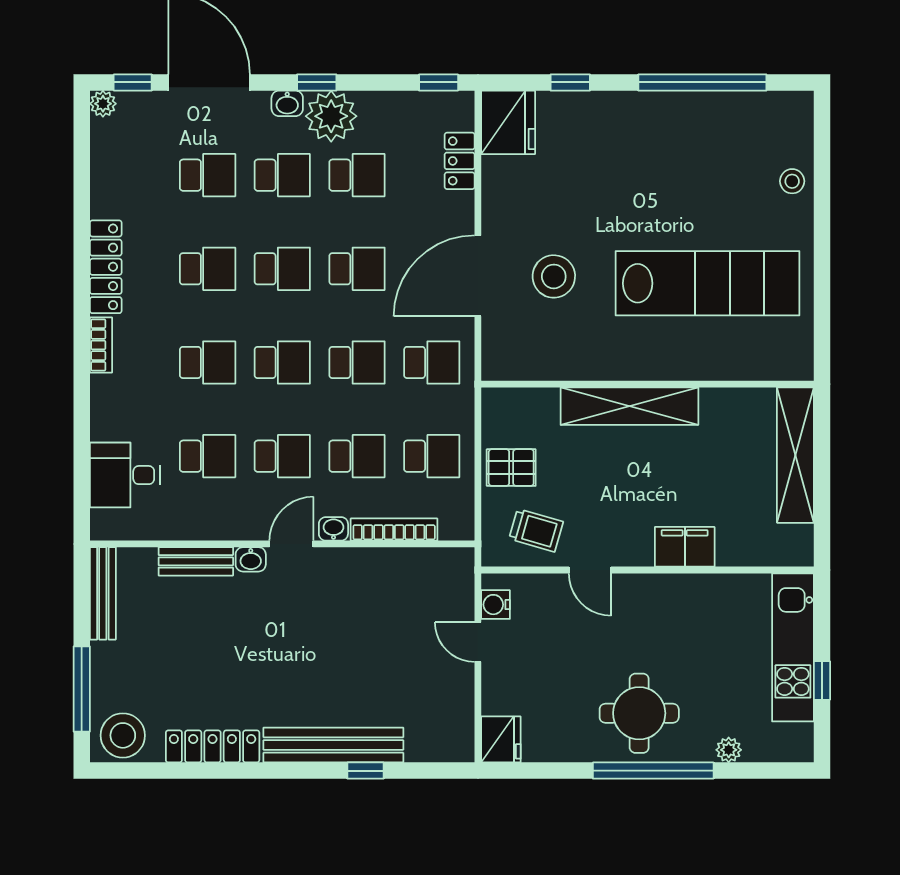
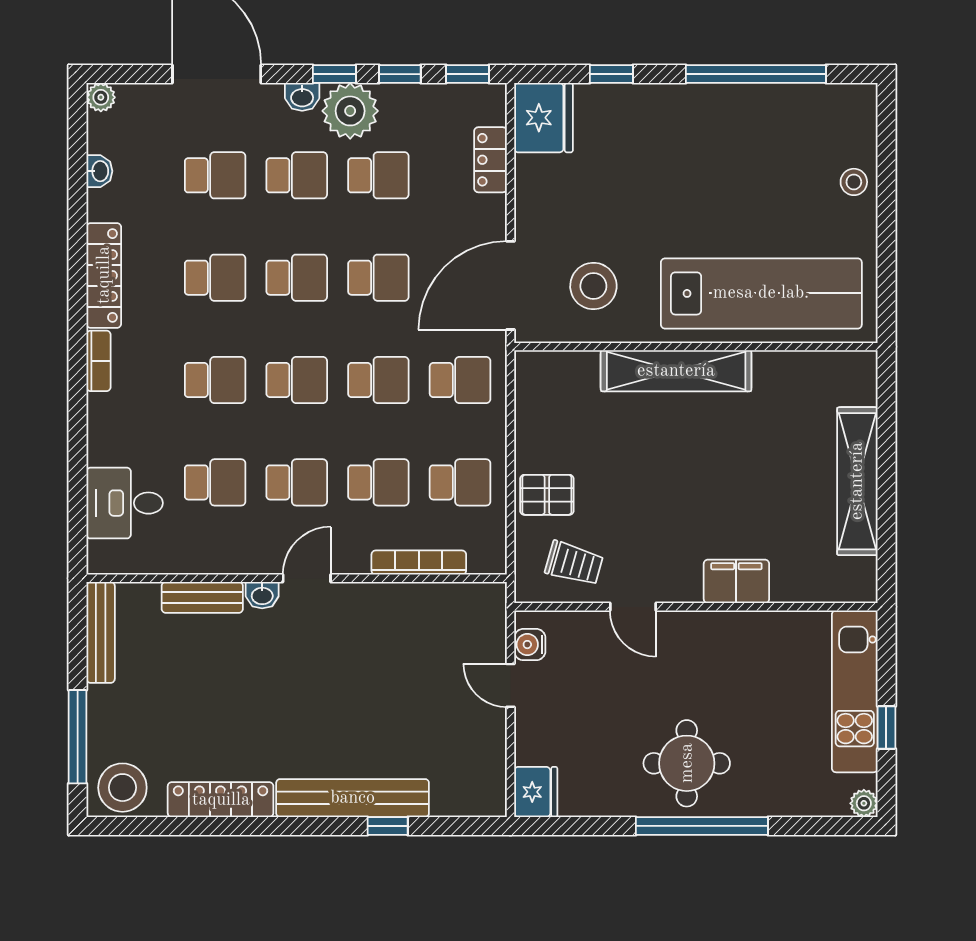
window: (133, 82) -> (400, 74), moved
wall: (648, 384) -> (696, 347), moved
shelving: (629, 406) -> (676, 371), moved
washbasin: (333, 529) -> (99, 171), moved, turned 90
plant: (729, 750) -> (864, 803), moved

